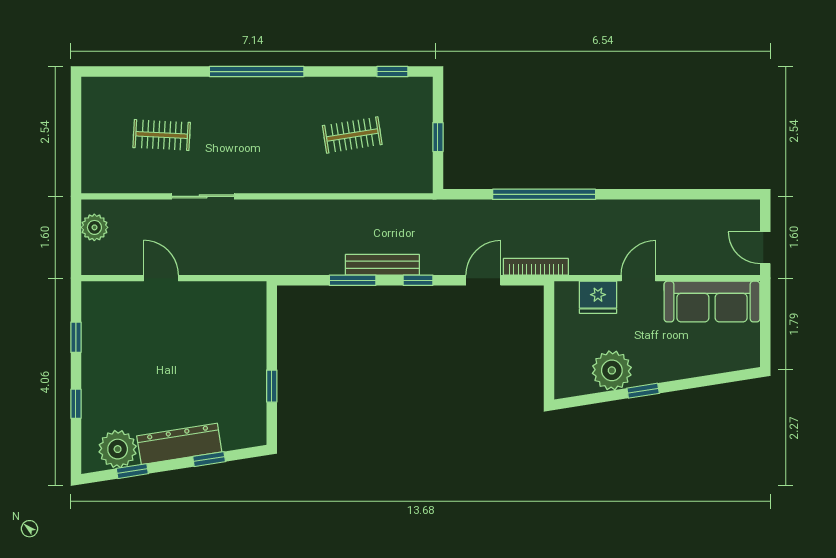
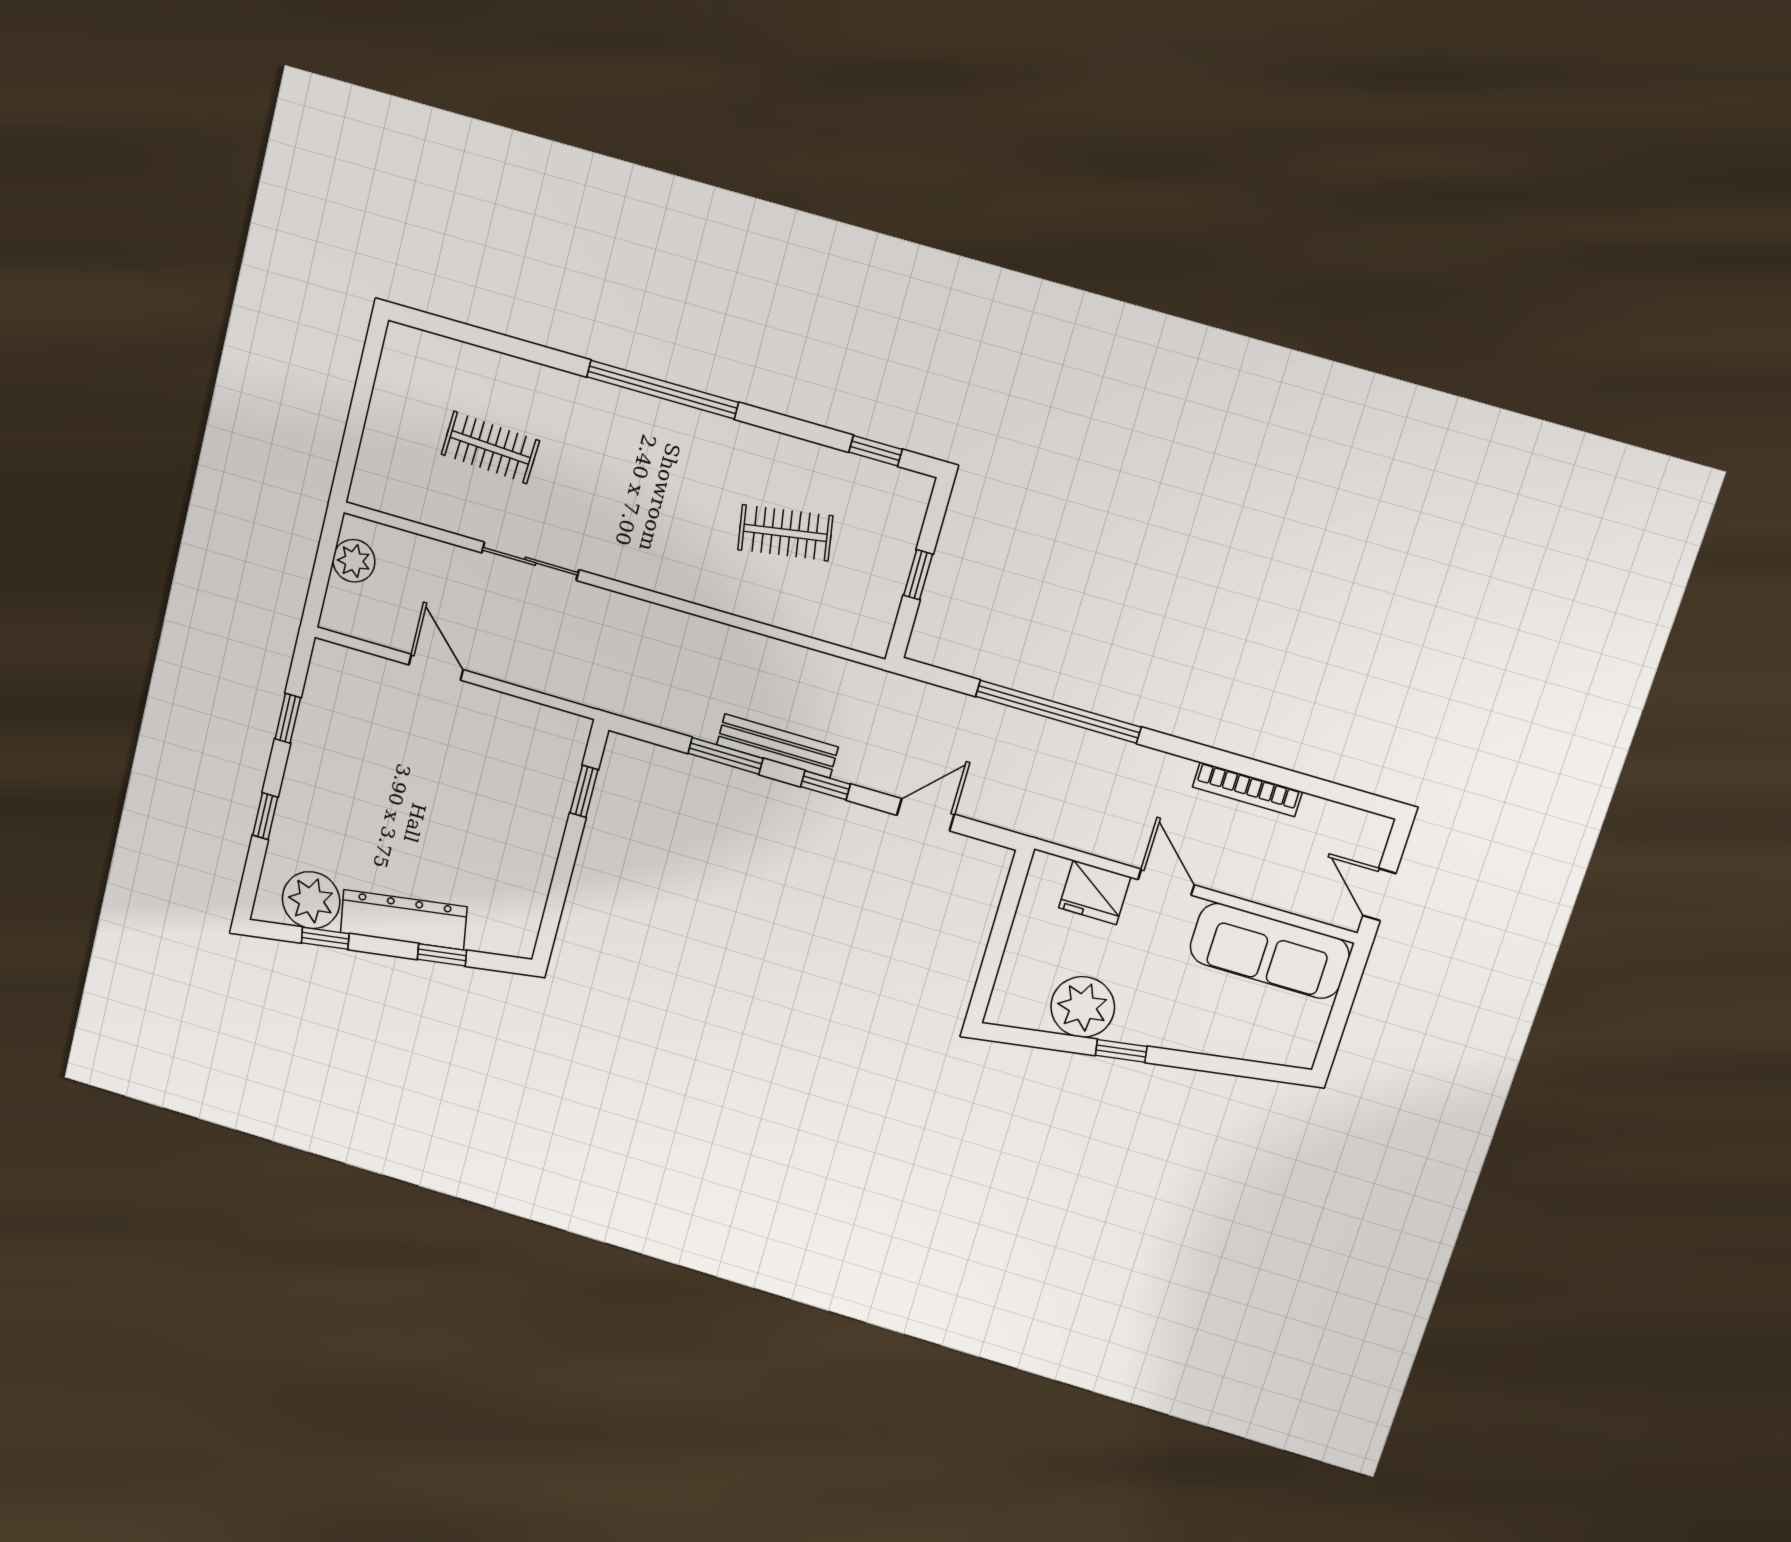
bookcase: (536, 267) -> (1247, 789), moved, turned 180
door: (638, 278) -> (1166, 882), hinge flipped
window: (272, 386) -> (584, 791), moved

